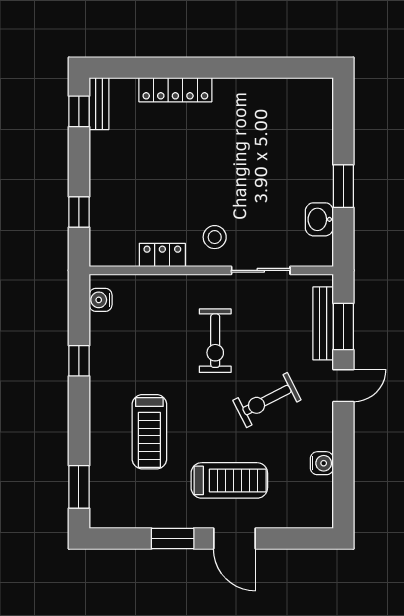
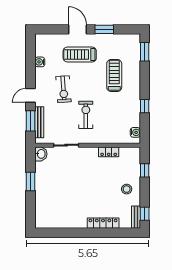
washbasin: (319, 219) -> (41, 154), moved
stool: (215, 237) -> (127, 189), moved
exercise bike: (267, 400) -> (63, 89), turned 113

